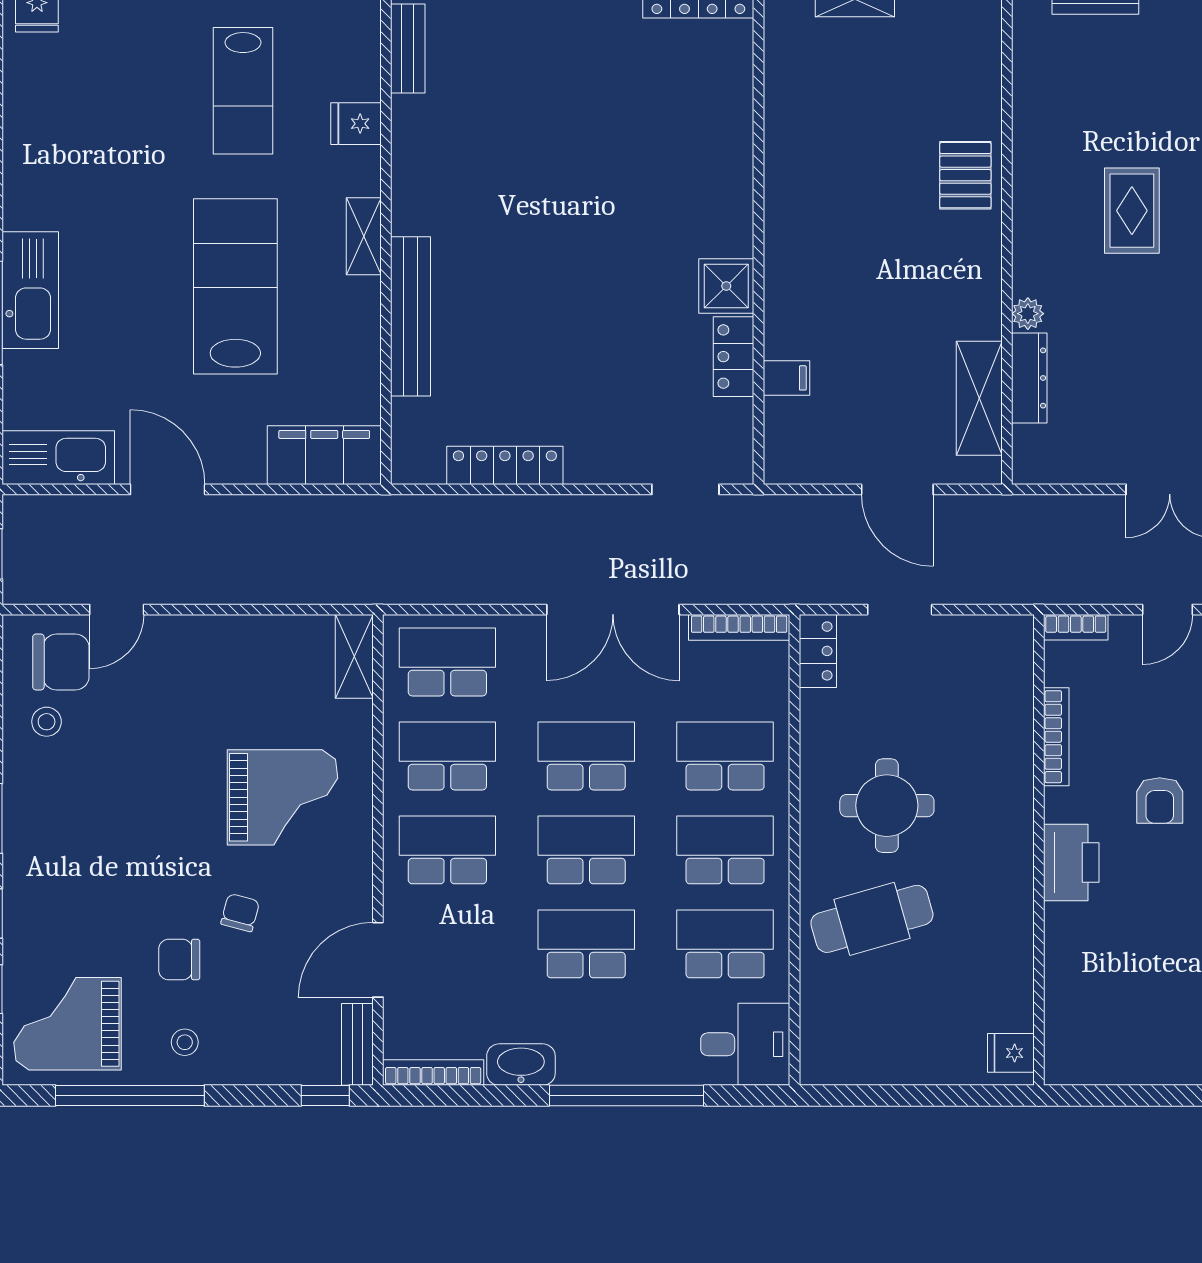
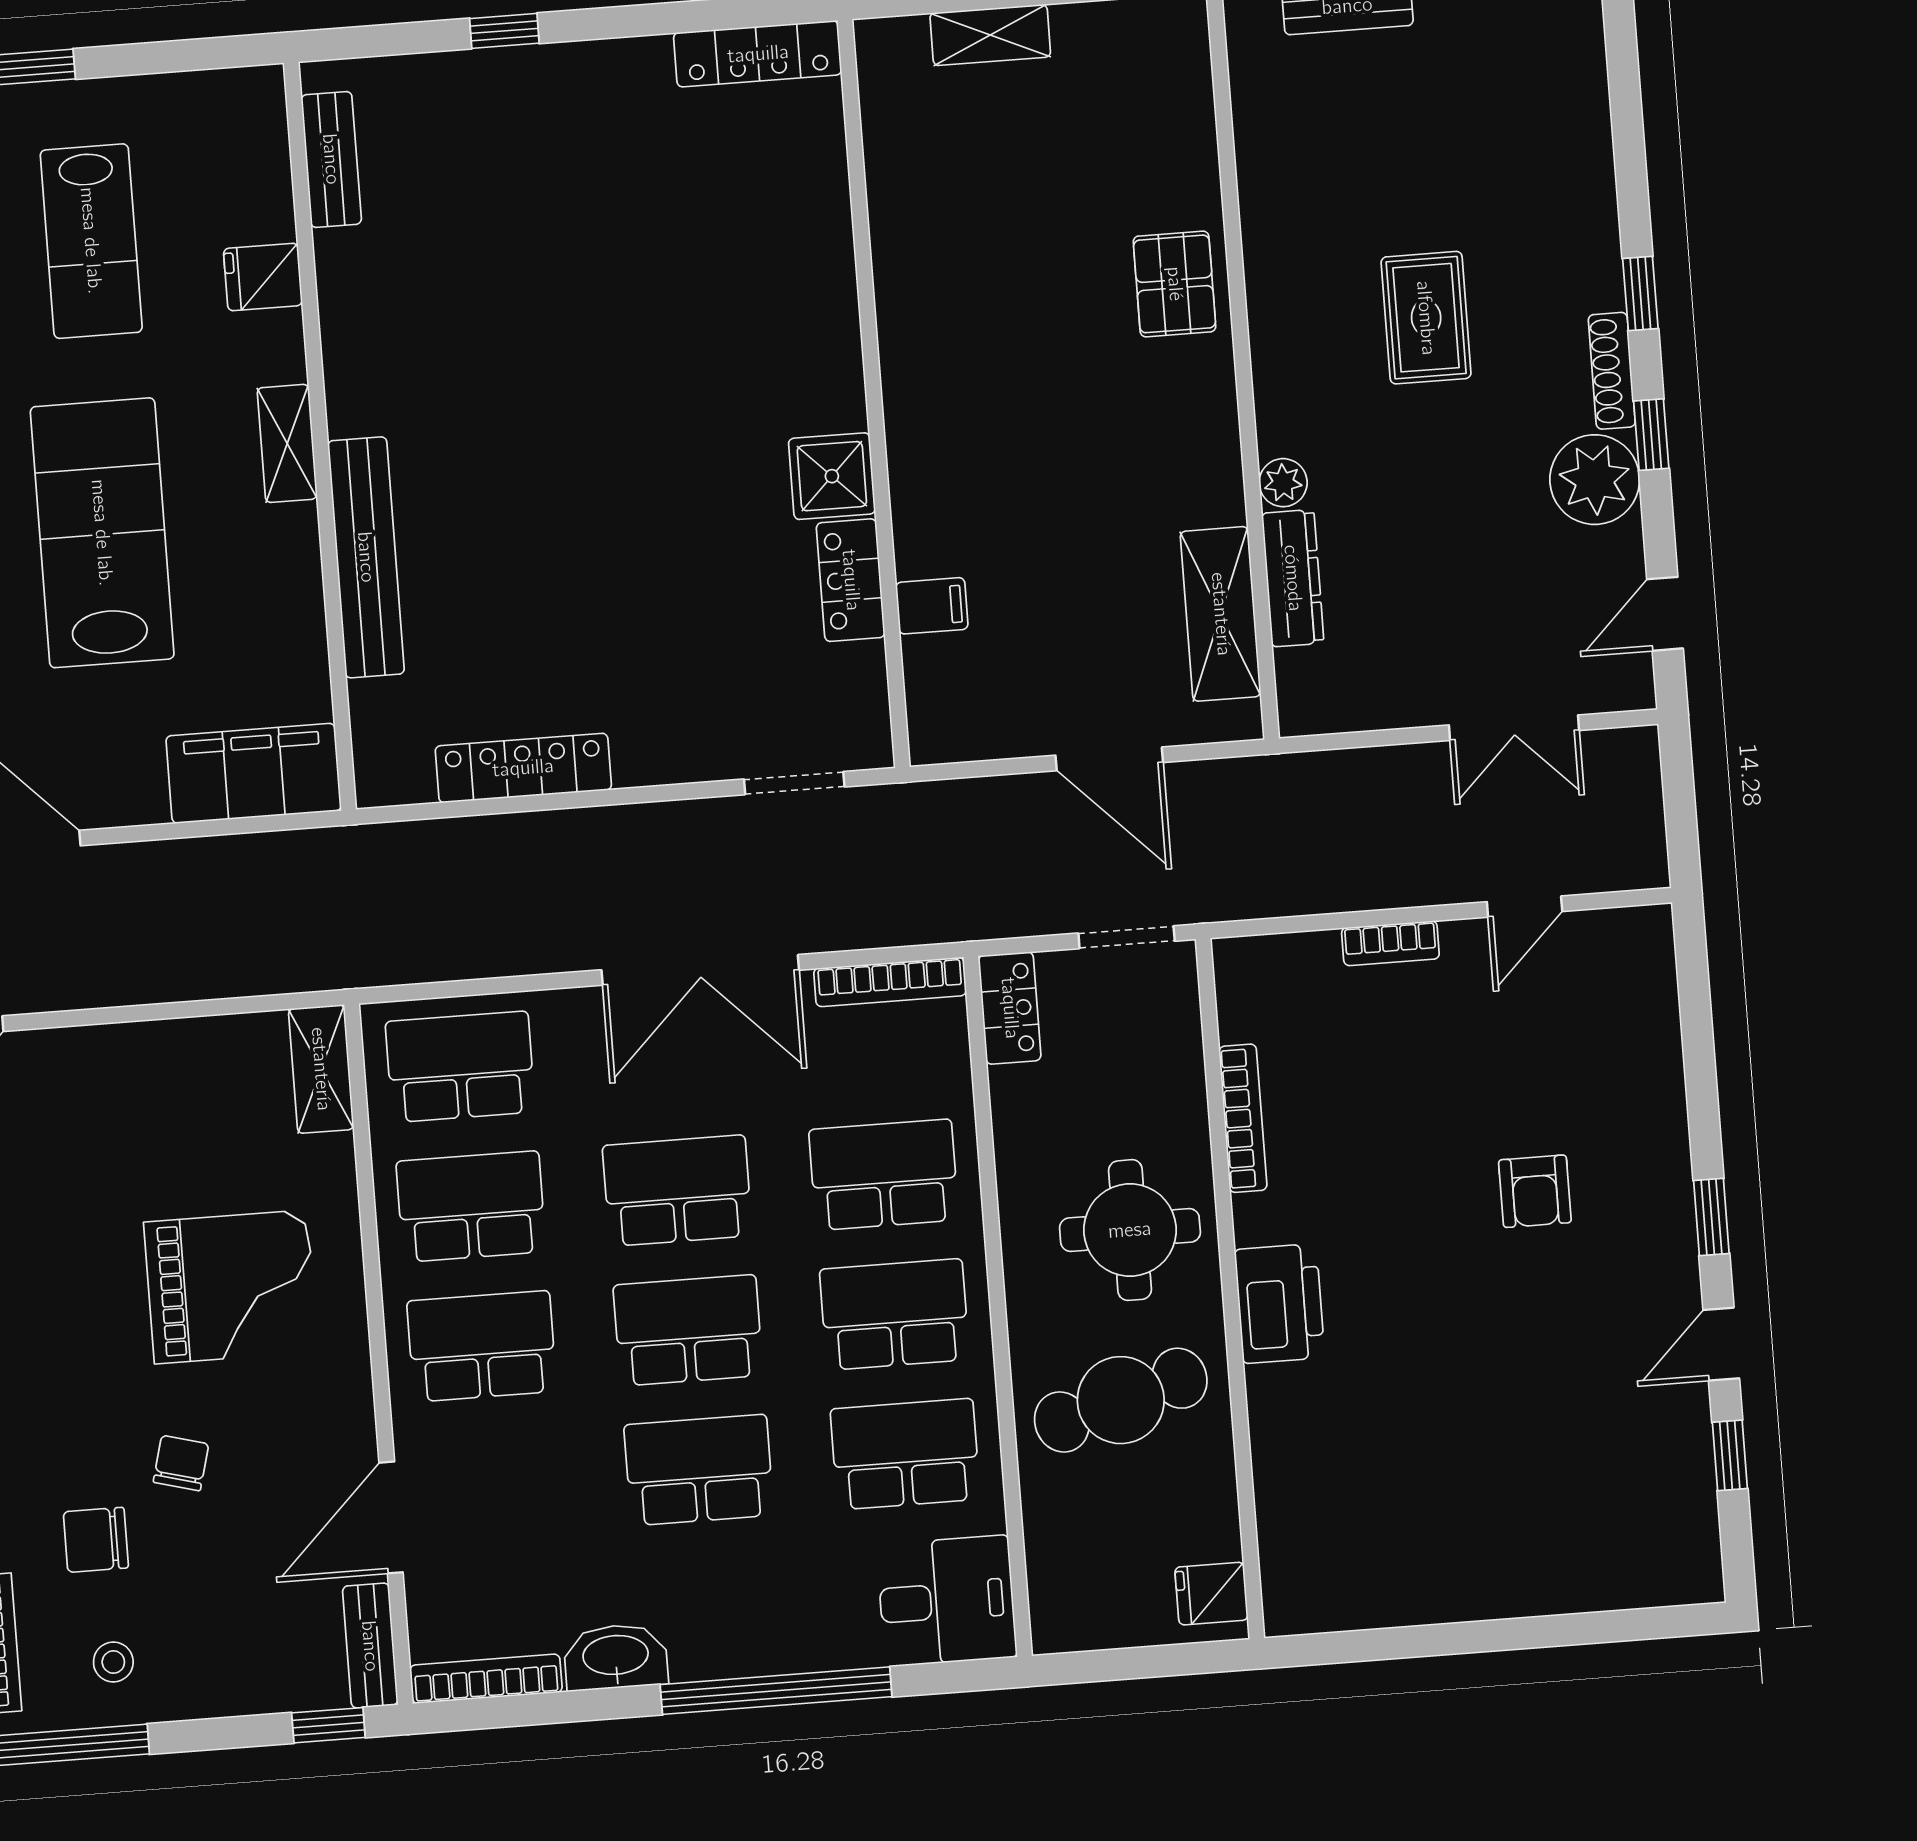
bookcase: (1056, 737) -> (1243, 1118), moved
wall: (1039, 850) -> (1230, 1289), moved
printer: (1071, 863) -> (1280, 1304), moved
fridge: (1011, 1053) -> (1211, 1594), moved

